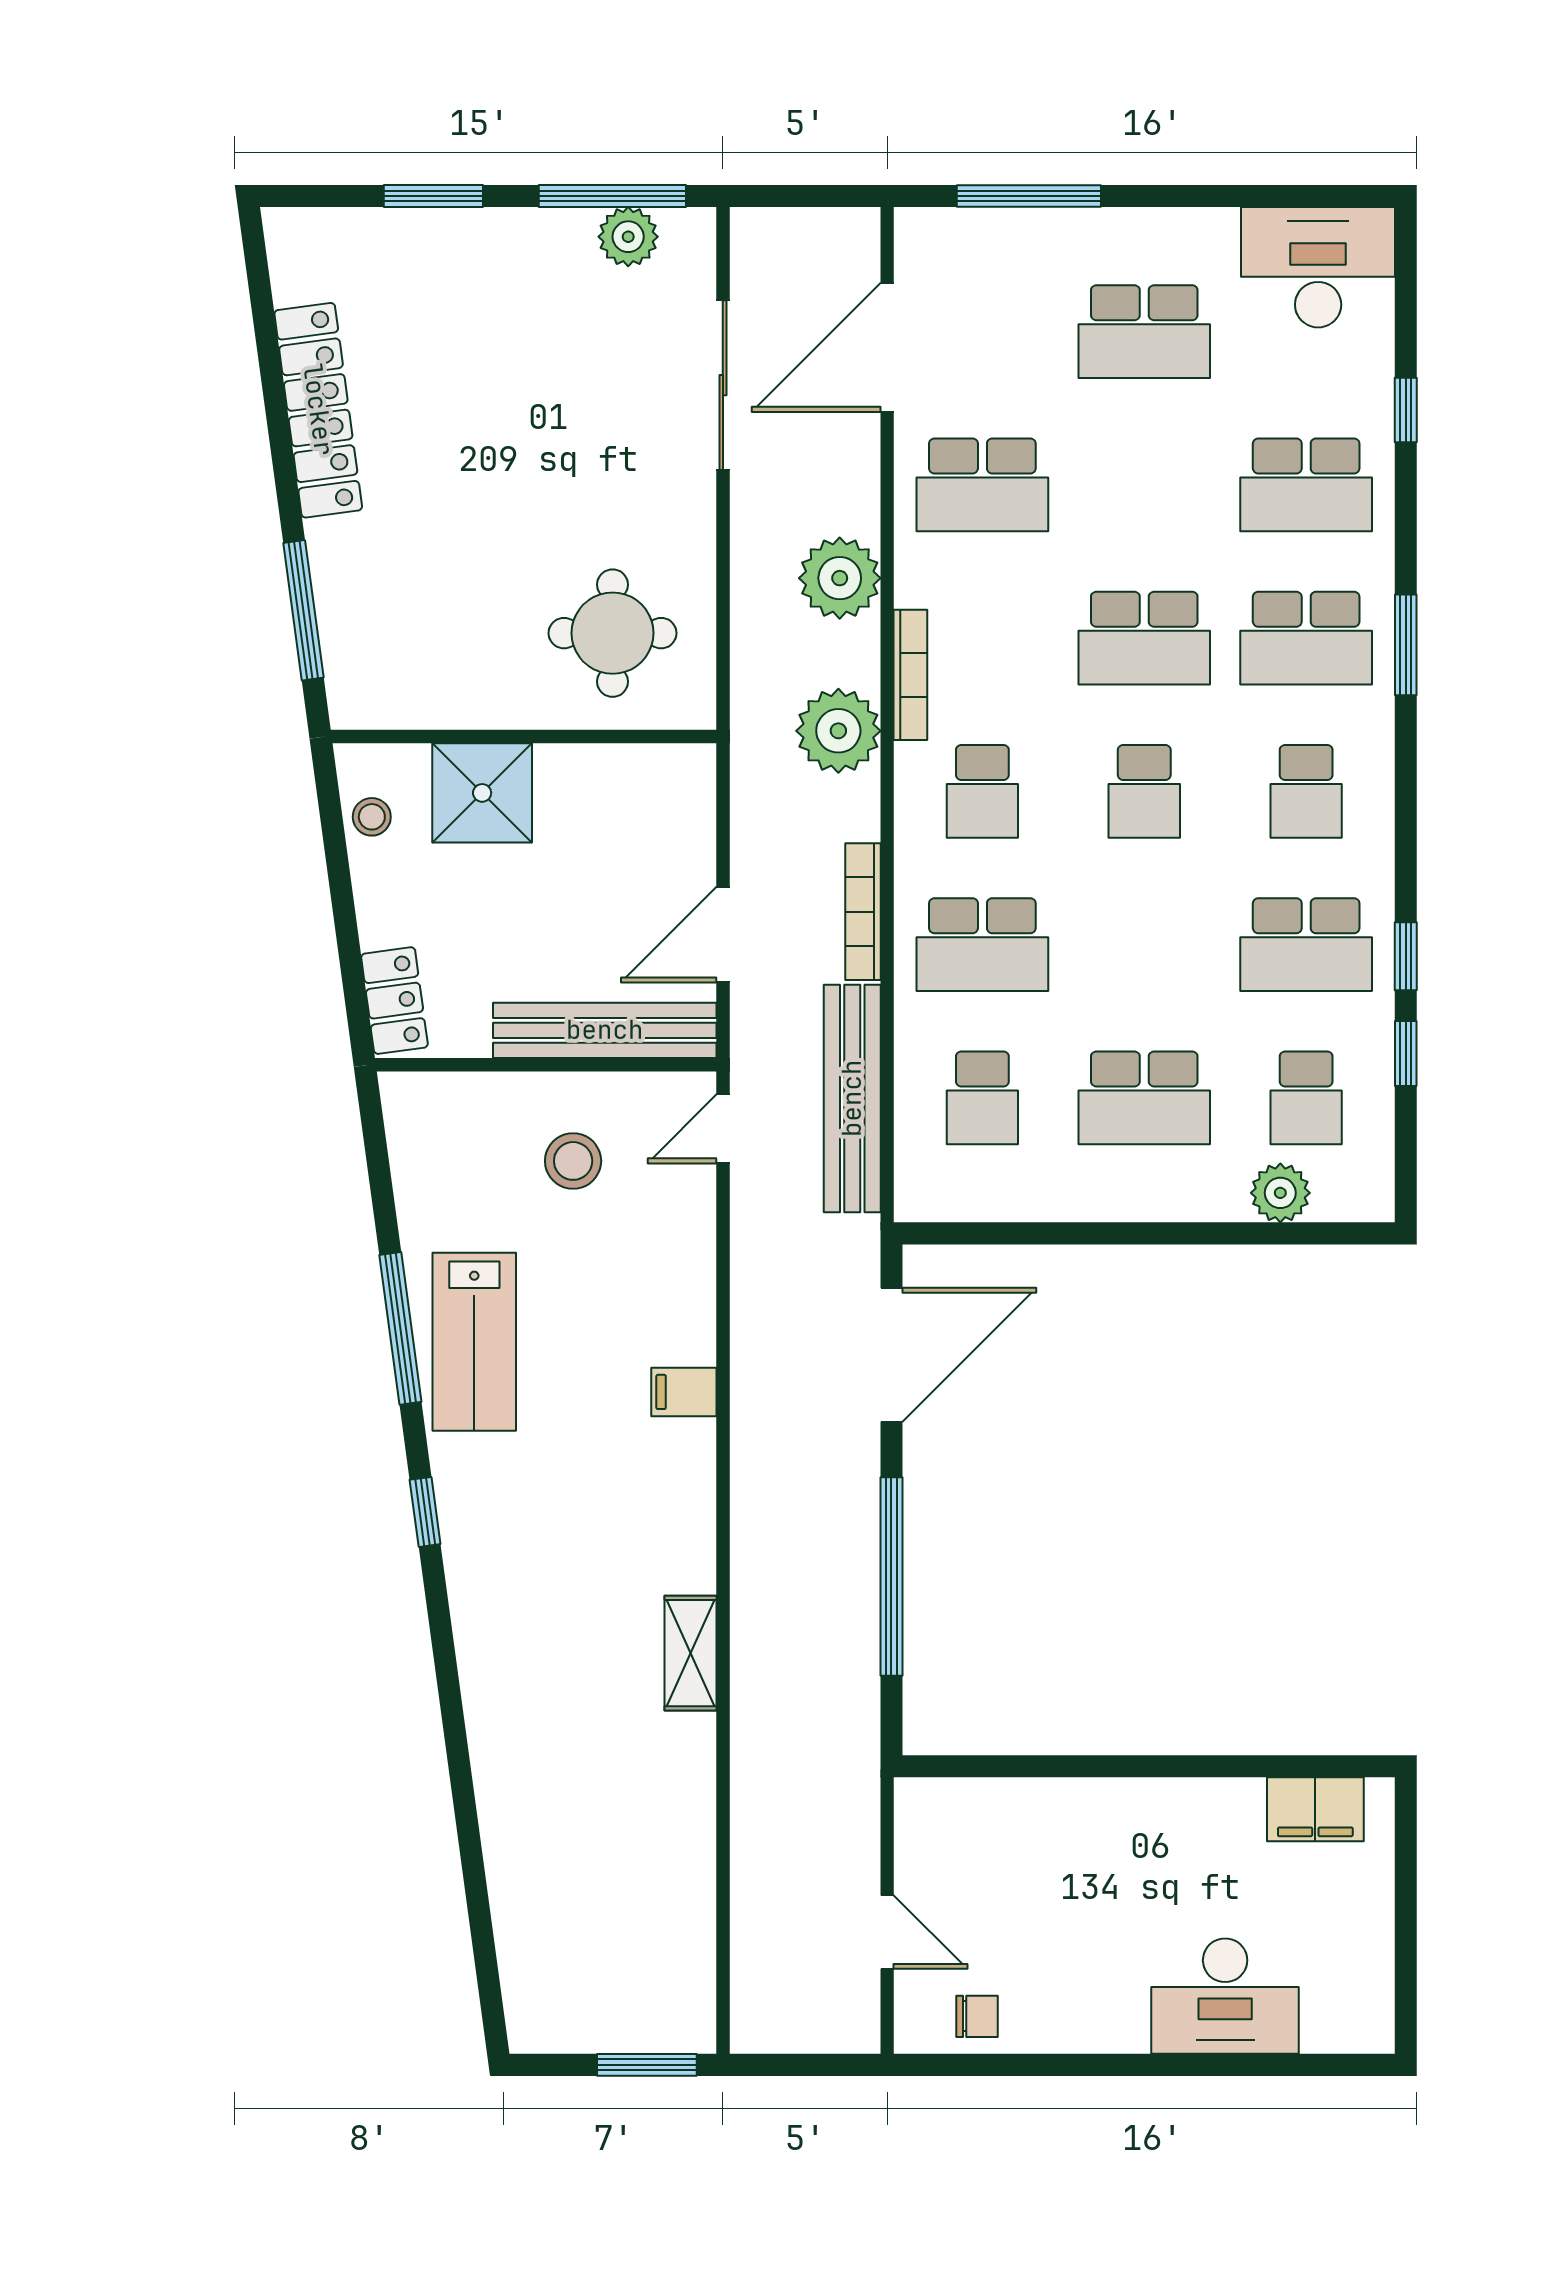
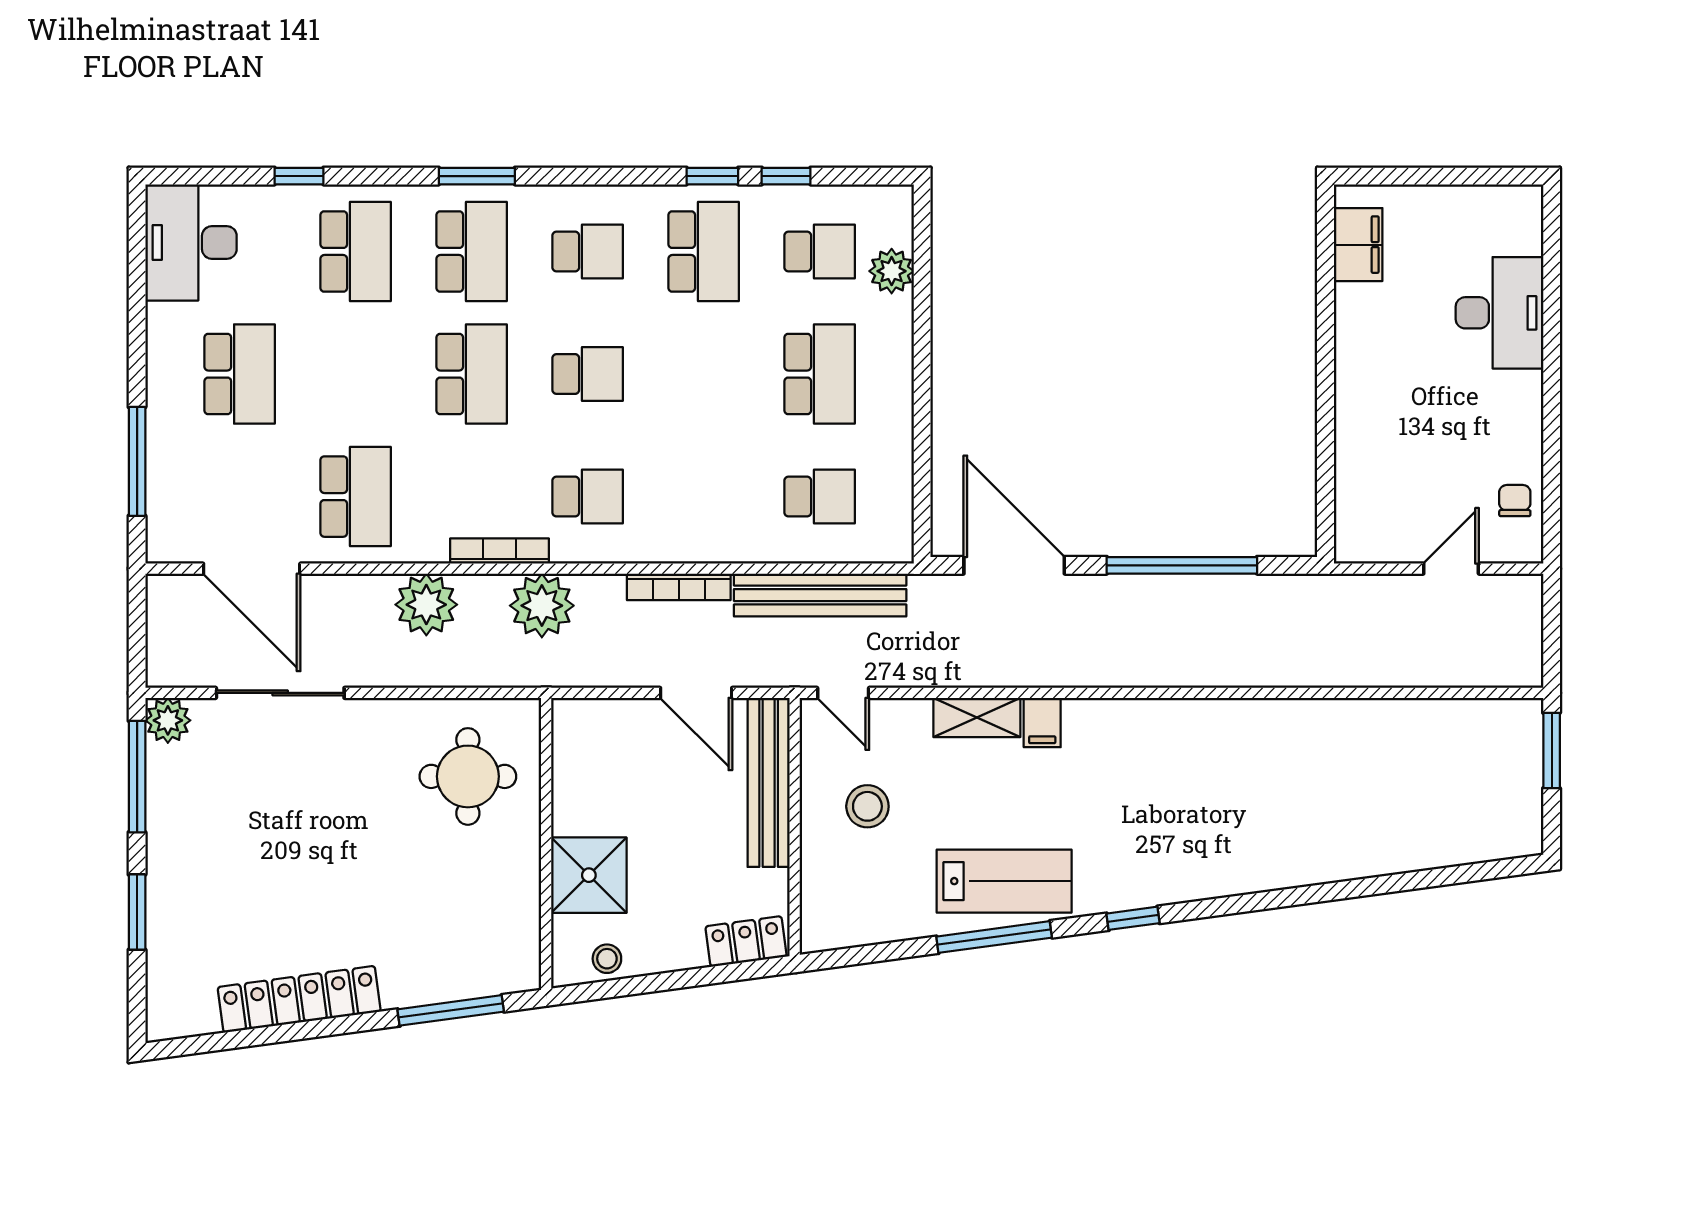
plant: (628, 237) -> (168, 720), moved
school desk: (982, 945) -> (704, 497), removed
shelving: (691, 1653) -> (977, 717), moved

